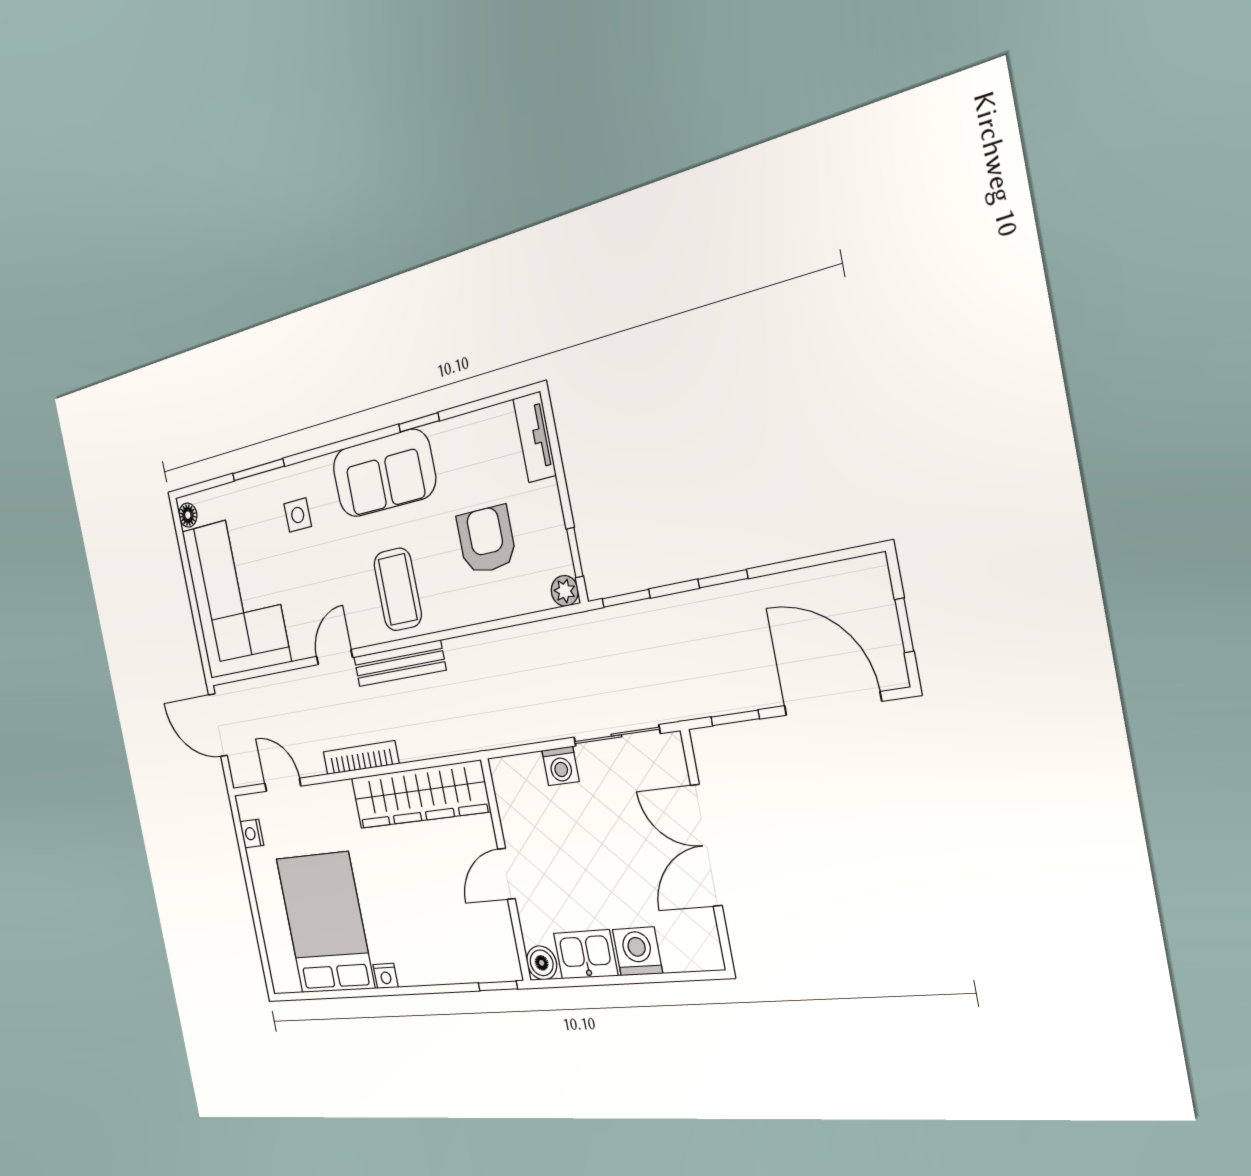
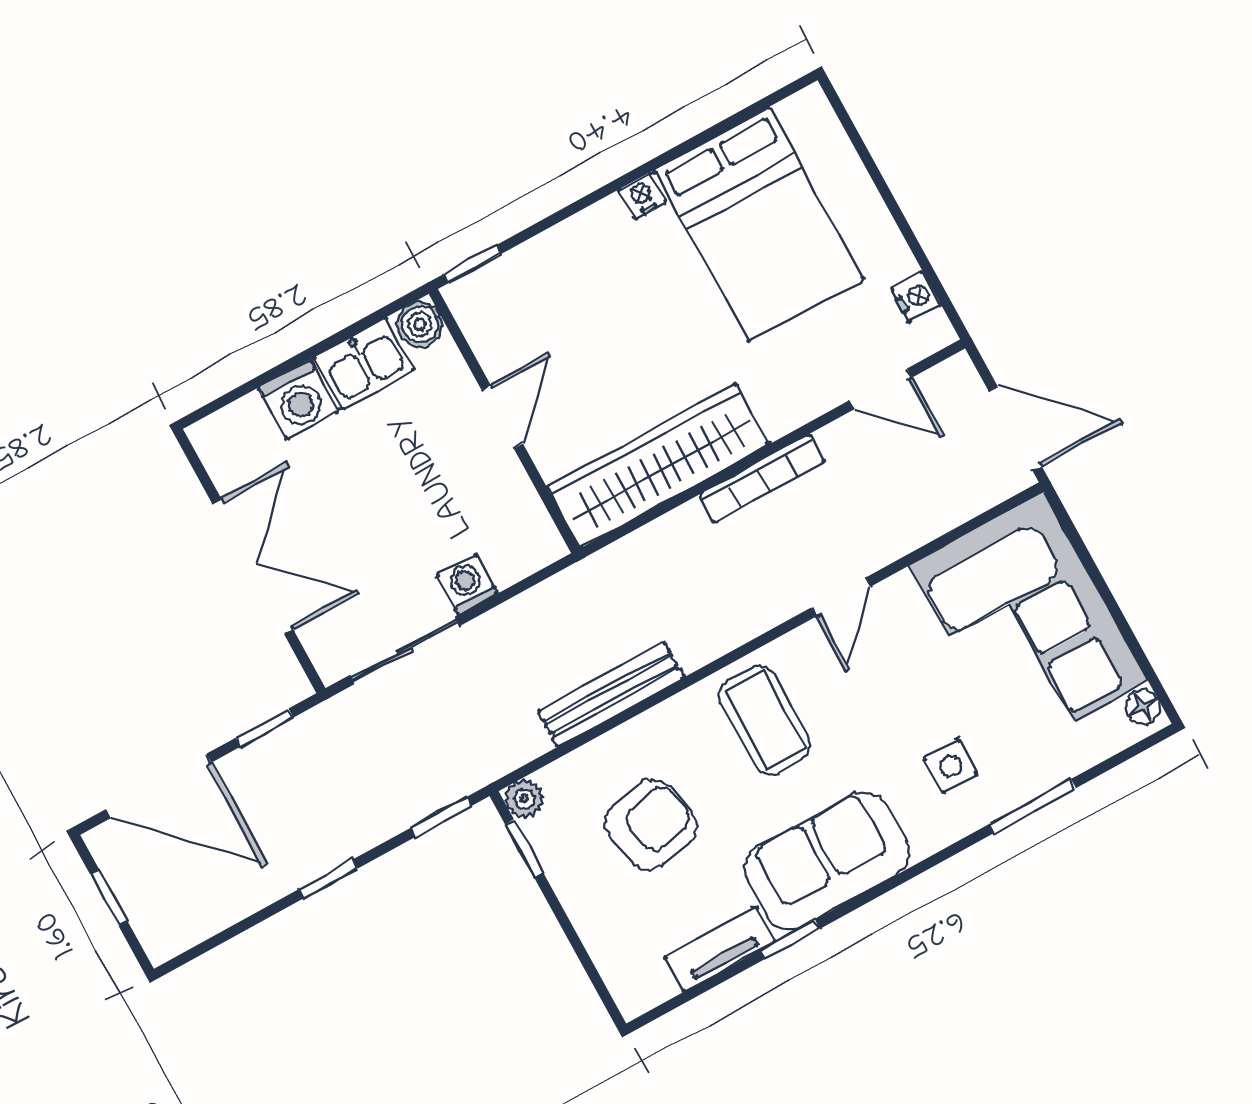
tv unit: (535, 437) -> (720, 949), moved, turned -90
armchair: (486, 540) -> (651, 825), turned -102
bench: (399, 663) -> (611, 694), moved

